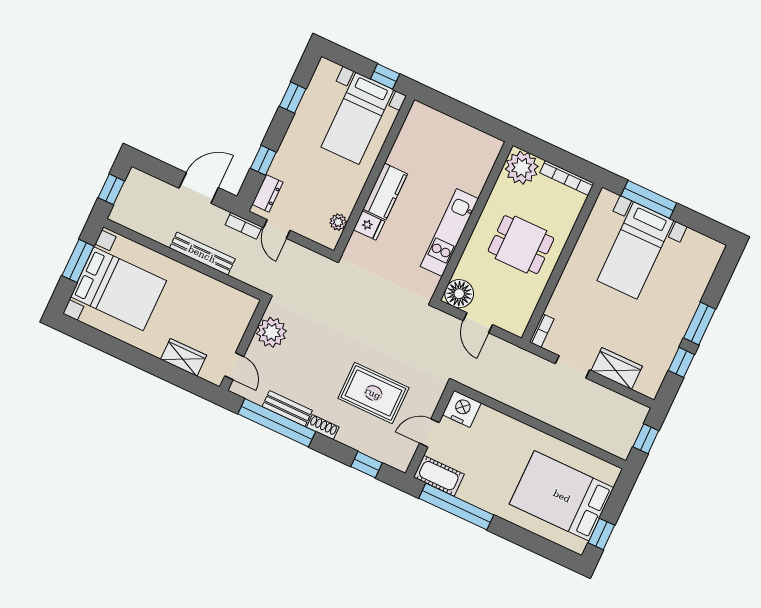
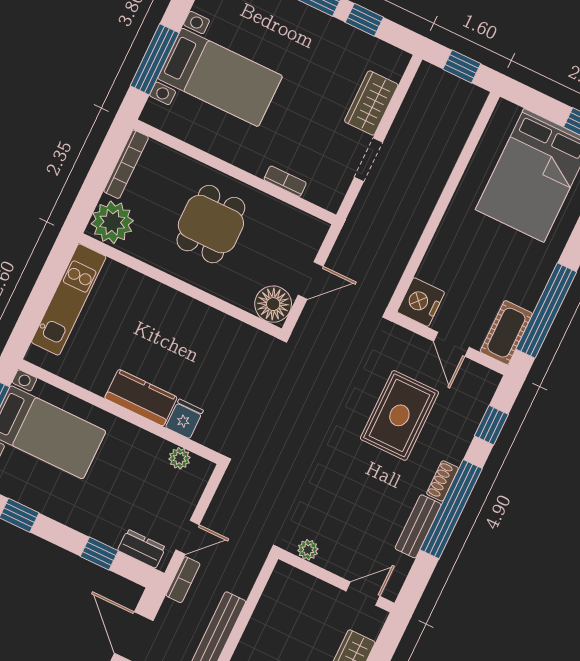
kitchen unit: (449, 233) -> (69, 299), moved, turned -90
bookcase: (542, 330) -> (285, 181), moved
plant: (271, 332) -> (308, 550), width x0.53, depth x0.53
window: (277, 423) -> (451, 509), moved

